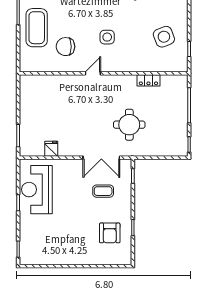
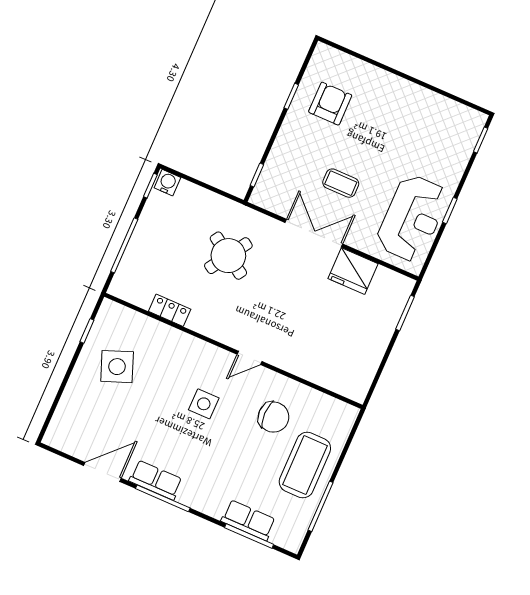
round table: (129, 125) -> (228, 256), turned 33
fridge: (51, 149) -> (353, 271), width x1.88, depth x1.34
water cooler: (180, 150) -> (167, 183), added
double door: (101, 158) -> (314, 233), moved
coffee table: (103, 191) -> (341, 183), moved

